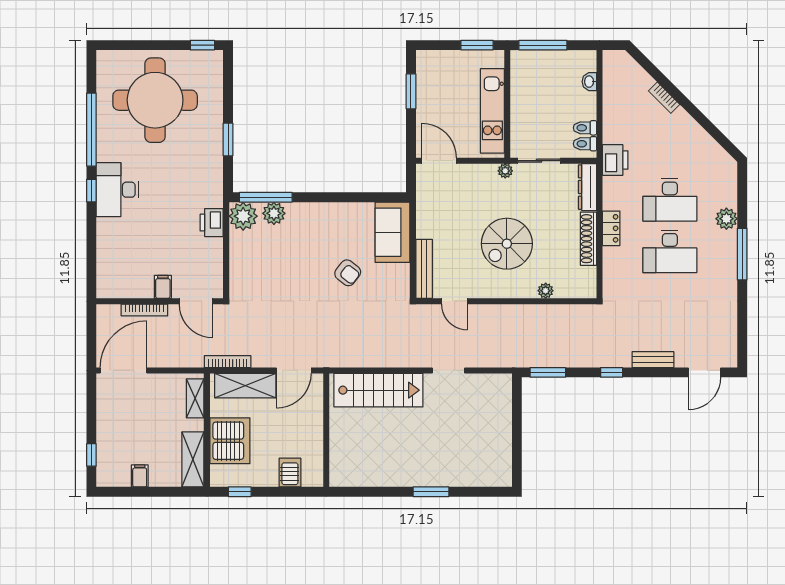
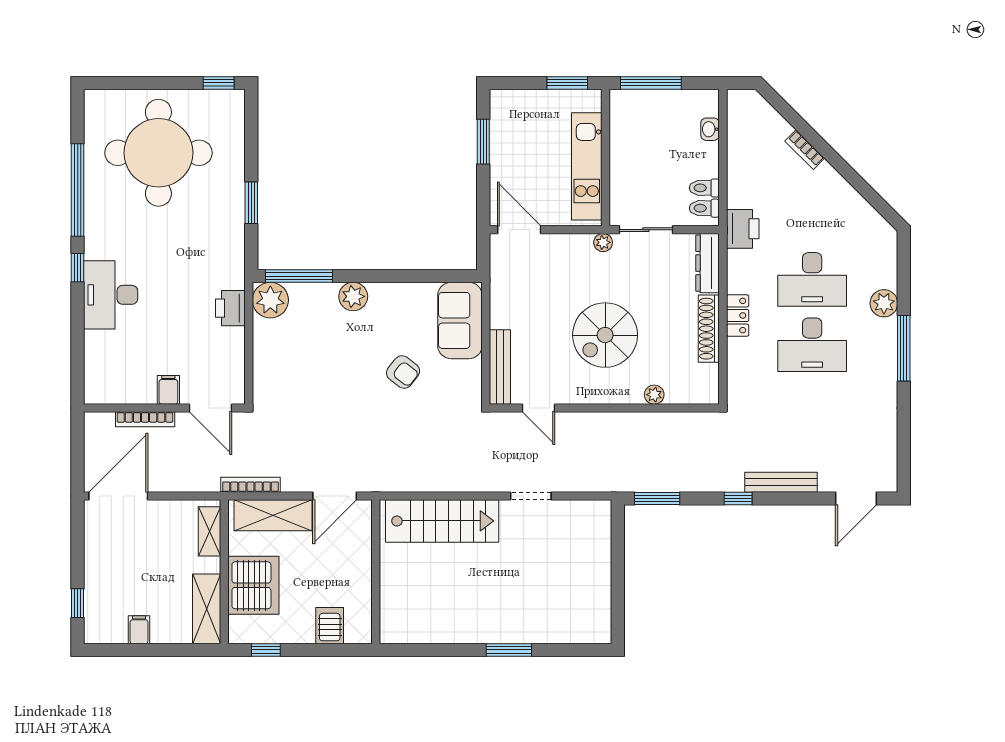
desk: (117, 190) -> (111, 295), moved
plant: (274, 213) -> (353, 296), moved
bench: (653, 360) -> (781, 482), width x1.36

